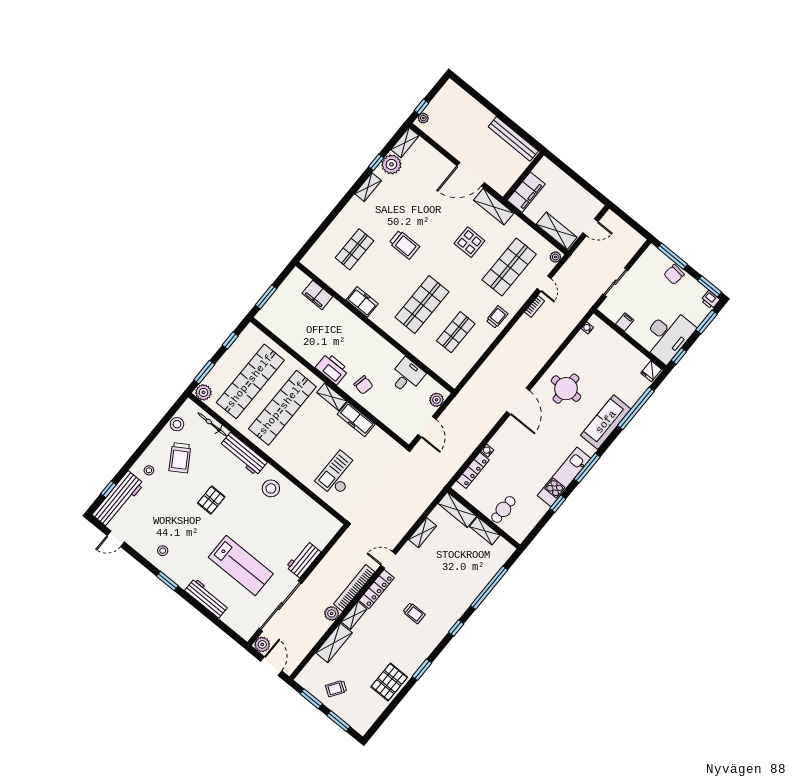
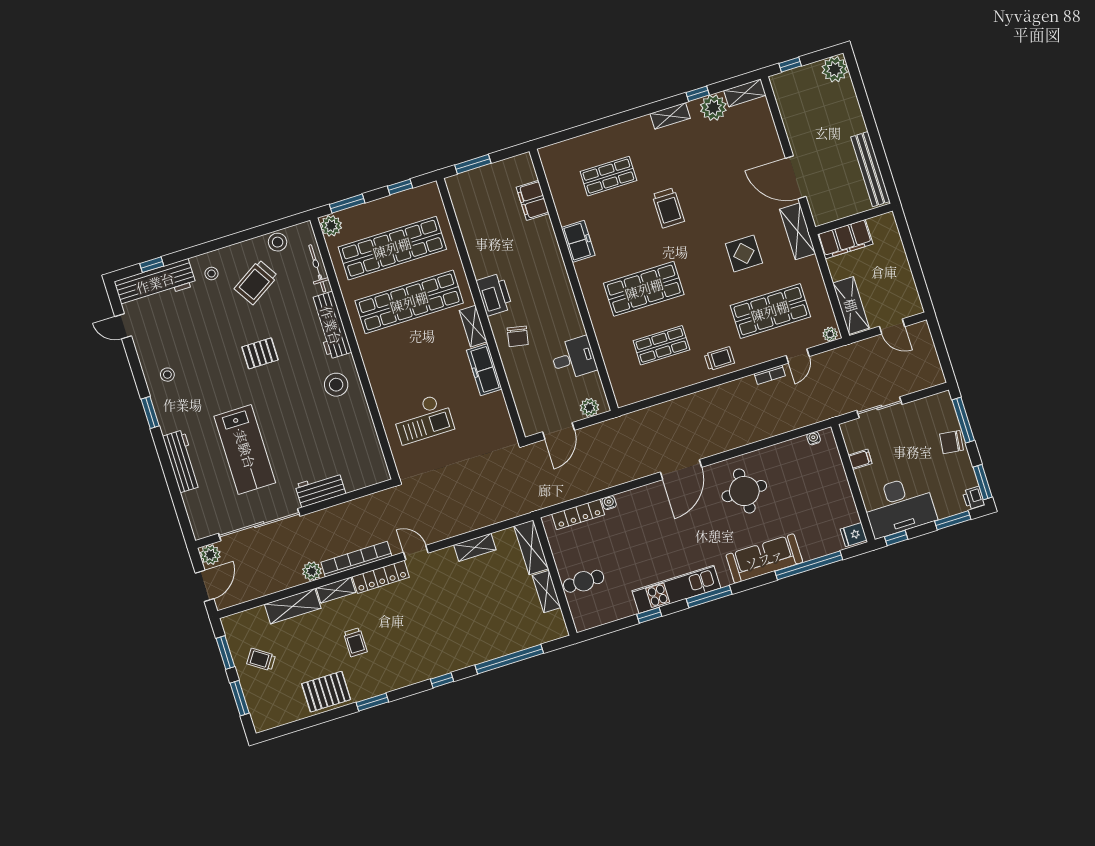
plant: (423, 118) -> (835, 69), moved, width x1.88, depth x1.88
checkout: (338, 474) -> (423, 419), turned 180
trolley: (414, 613) -> (355, 642), moved

